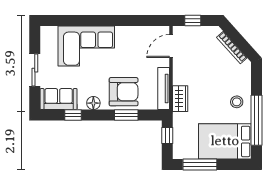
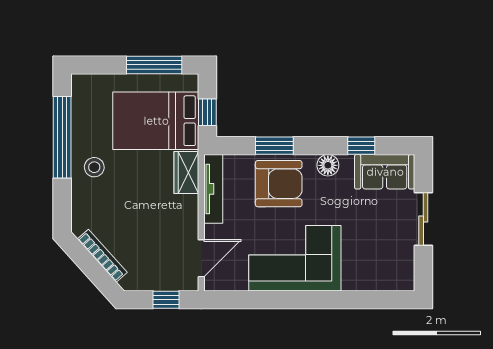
corner sofa: (86, 46) -> (295, 258), moved
armchair: (124, 92) -> (279, 184), turned 180
bed: (225, 141) -> (156, 121), moved, turned 180

